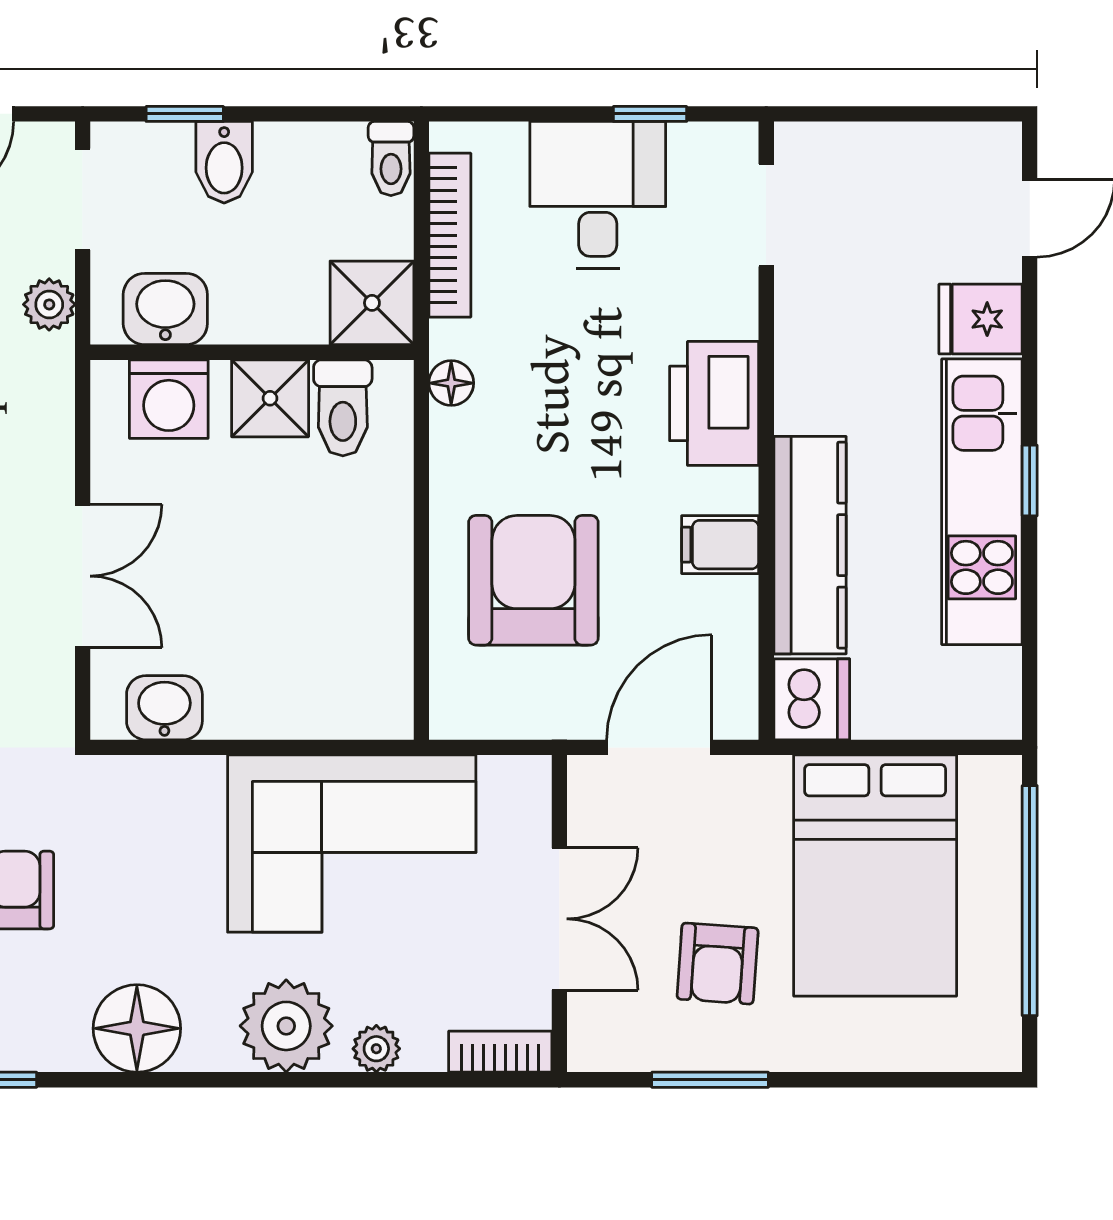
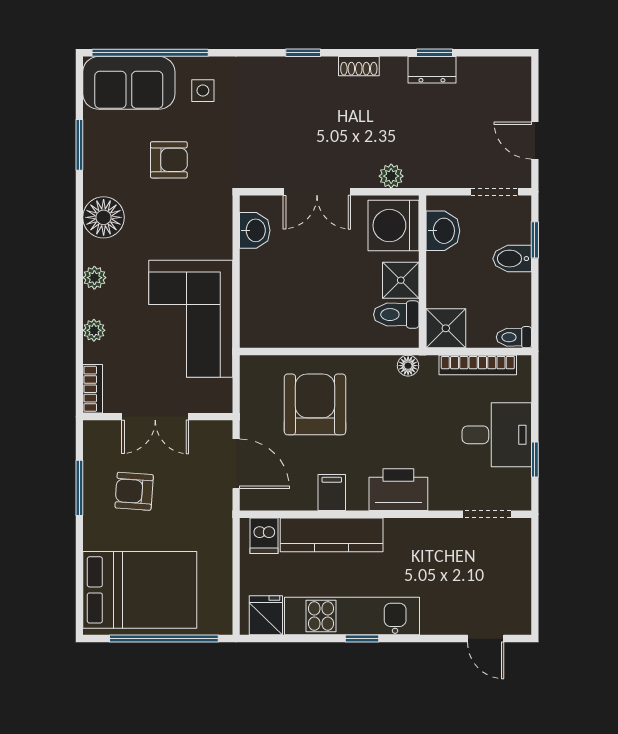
plant: (49, 304) -> (391, 176), moved
fridge: (981, 319) -> (266, 615), moved
washing machine: (169, 399) -> (394, 226), width x1.37, depth x1.37
armchair: (533, 580) -> (315, 404), turned -90
dishwasher: (812, 699) -> (264, 536), width x0.73
bed: (875, 876) -> (140, 590), moved, turned 180
plant: (286, 1026) -> (94, 278), width x0.53, depth x0.53

